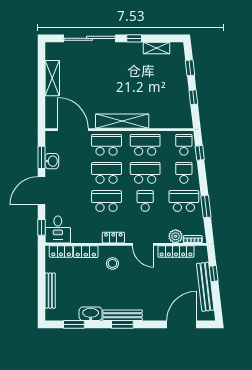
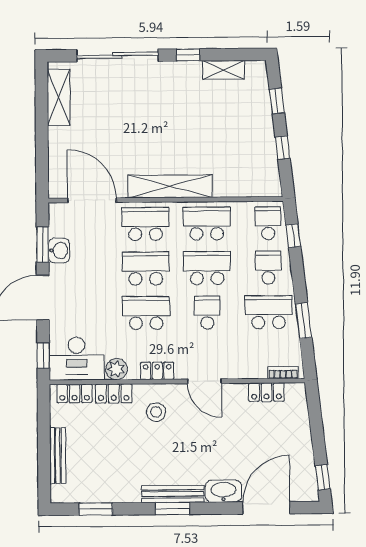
shelving: (52, 78) -> (59, 97), moved
desk: (58, 229) -> (77, 359), width x1.37
plant: (176, 236) -> (116, 369), moved
locker: (176, 251) -> (266, 392), width x0.66
window: (214, 274) -> (323, 477), moved
bench: (205, 287) -> (304, 448), removed
washbasin: (91, 314) -> (223, 491), moved

